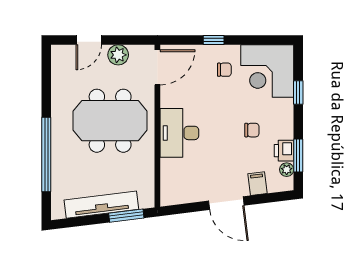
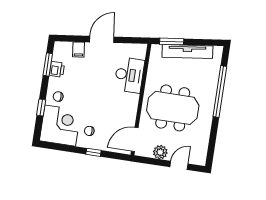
chair: (252, 130) -> (58, 97), moved
desk: (179, 133) -> (129, 75), moved
plant: (287, 170) -> (57, 56), removed
door: (226, 203) -> (102, 39), hinge flipped

